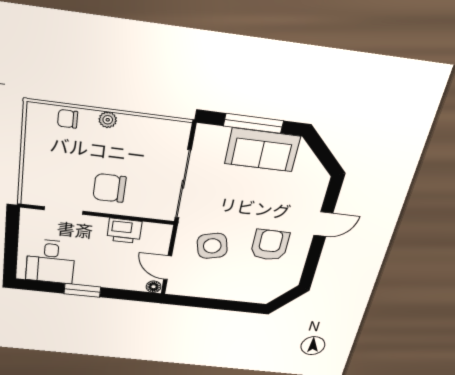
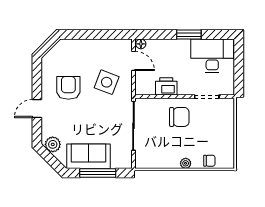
plant: (313, 174) -> (53, 144), added
armchair: (270, 245) -> (68, 88), turned 180
side table: (212, 246) -> (107, 82), turned 35
desk: (51, 262) -> (212, 56), width x1.37

